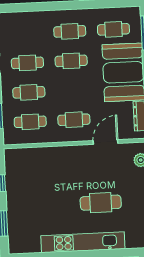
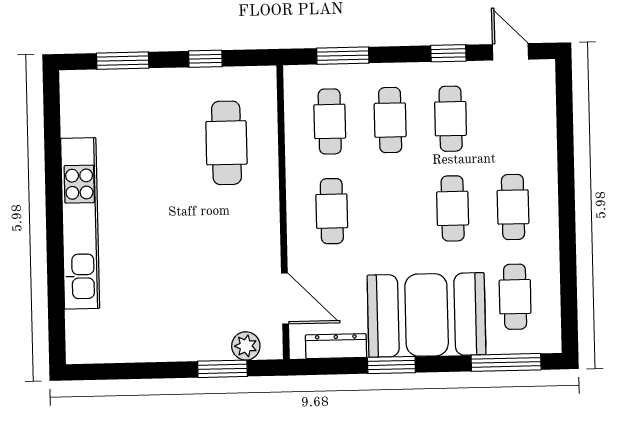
door: (105, 142) -> (285, 299), moved
cafe table: (101, 203) -> (226, 143), moved

